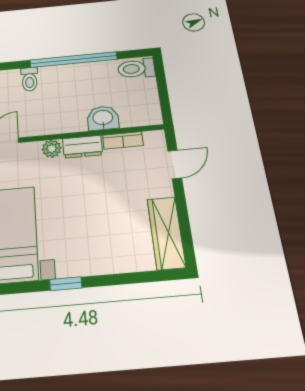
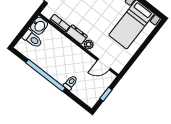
toilet: (136, 68) -> (32, 39), moved
washbasin: (103, 118) -> (39, 26), moved, turned -90

